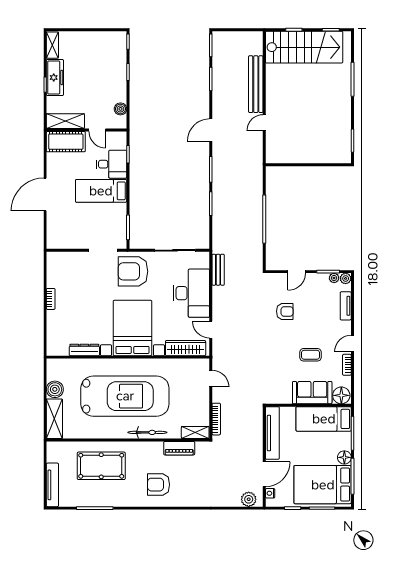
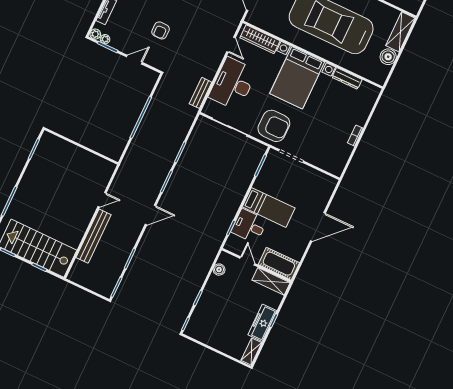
armchair: (285, 311) -> (161, 30), turned -90

